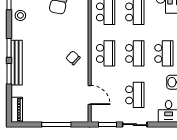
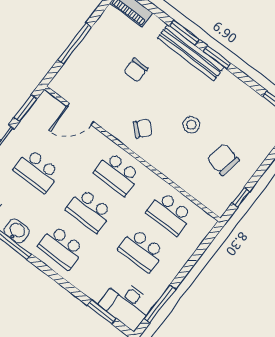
stool: (20, 15) -> (191, 125), moved
chair: (46, 84) -> (136, 70), added

